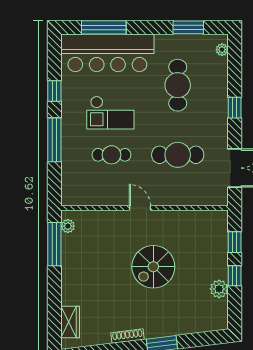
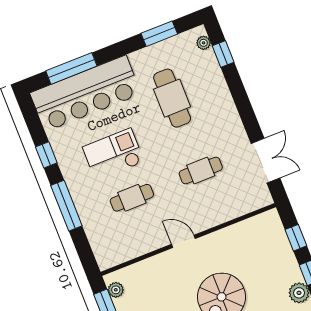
window: (235, 108) -> (223, 54), moved
checkout: (110, 113) -> (113, 154), turned 180
cafe table: (178, 155) -> (201, 170), width x0.73, depth x0.74

